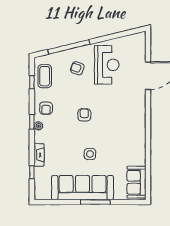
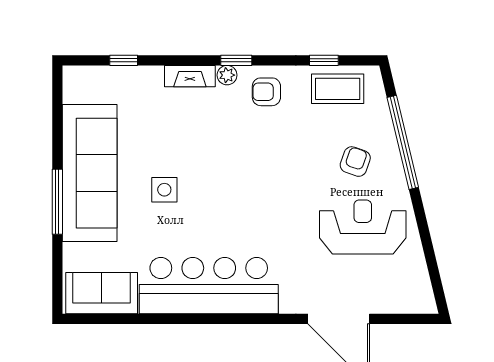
reception desk: (107, 65) -> (363, 227), turned 180
armchair: (84, 115) -> (251, 177), removed
bar counter: (133, 134) -> (209, 286), added
fireplace: (39, 155) -> (190, 76), moved

